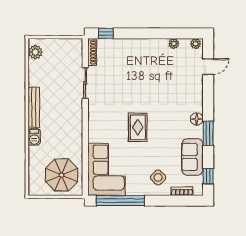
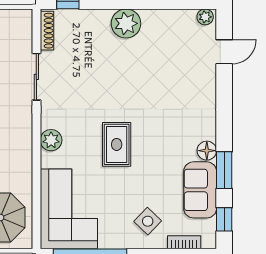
plant: (174, 44) -> (126, 23), moved, width x1.87, depth x1.87
floor lamp: (197, 119) -> (207, 151), moved
plant: (95, 124) -> (51, 140), added
window: (208, 133) -> (224, 170), moved

